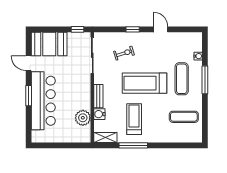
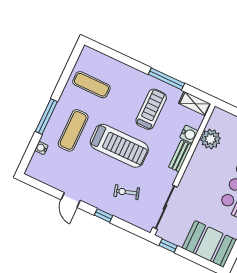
treadmill: (134, 119) -> (151, 109), turned 180

